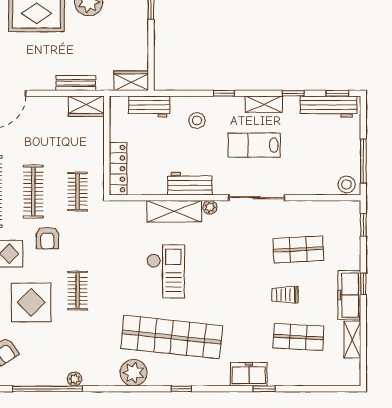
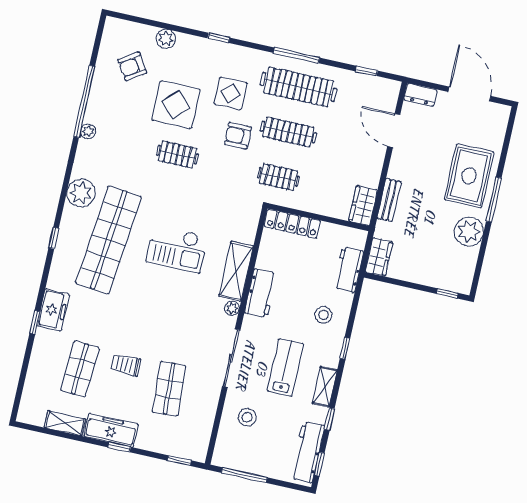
stool: (346, 184) -> (247, 417), moved
trolley: (285, 295) -> (126, 365), turned -90

